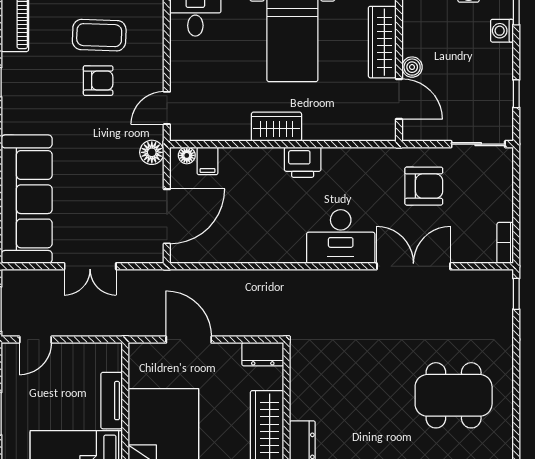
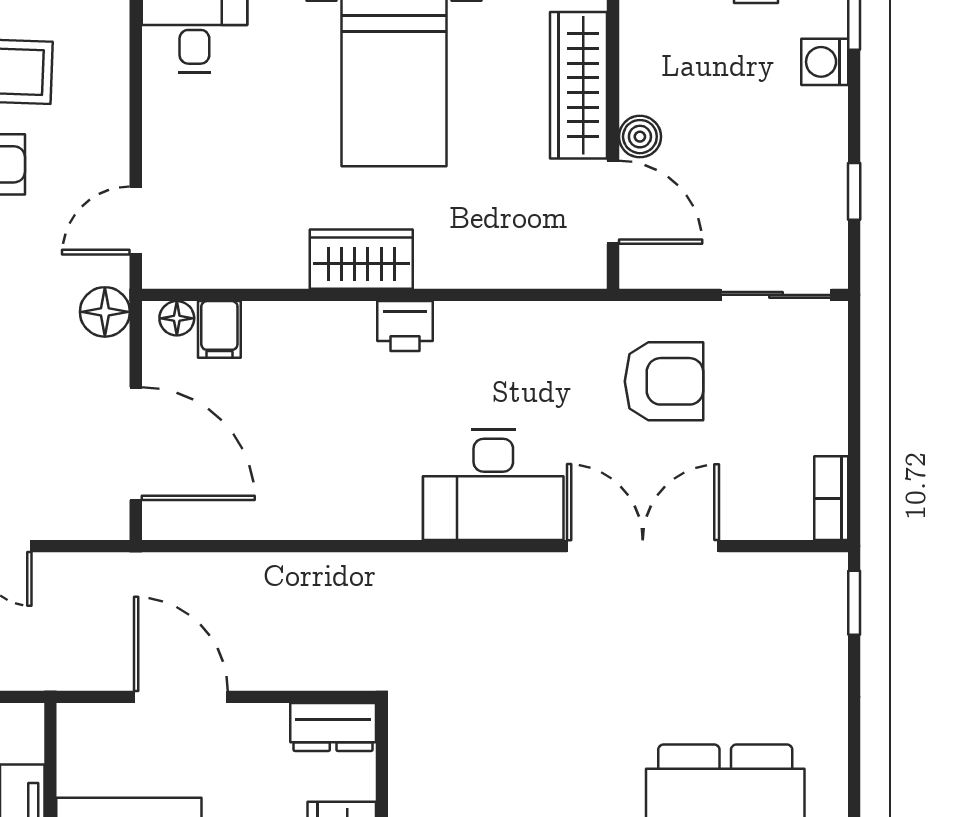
printer: (303, 162) -> (405, 326), width x0.73, depth x0.81
door: (167, 216) -> (136, 444), hinge flipped

